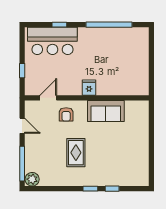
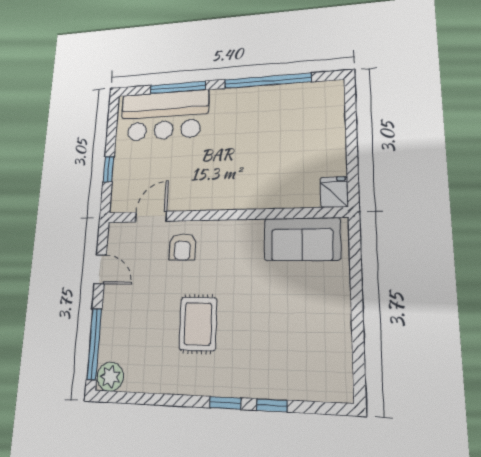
window: (59, 25) -> (178, 87), width x2.17
fridge: (89, 88) -> (334, 192), moved
sofa: (106, 111) -> (302, 239), moved

